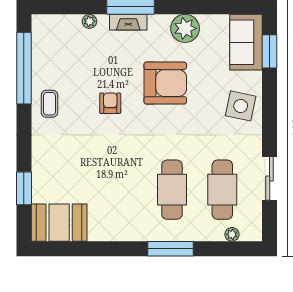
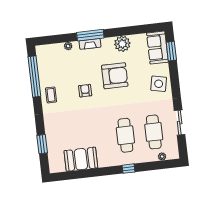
booth: (59, 223) -> (81, 159), moved
window: (171, 249) -> (129, 169), width x0.46

